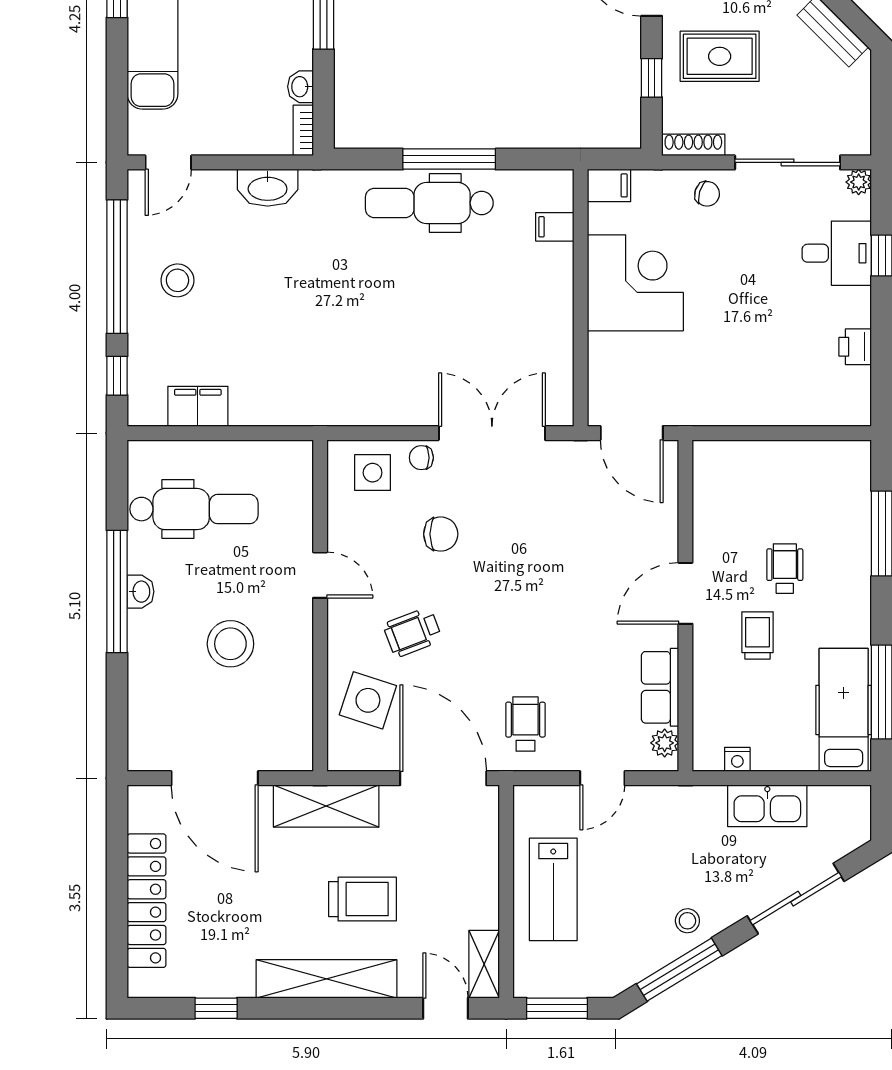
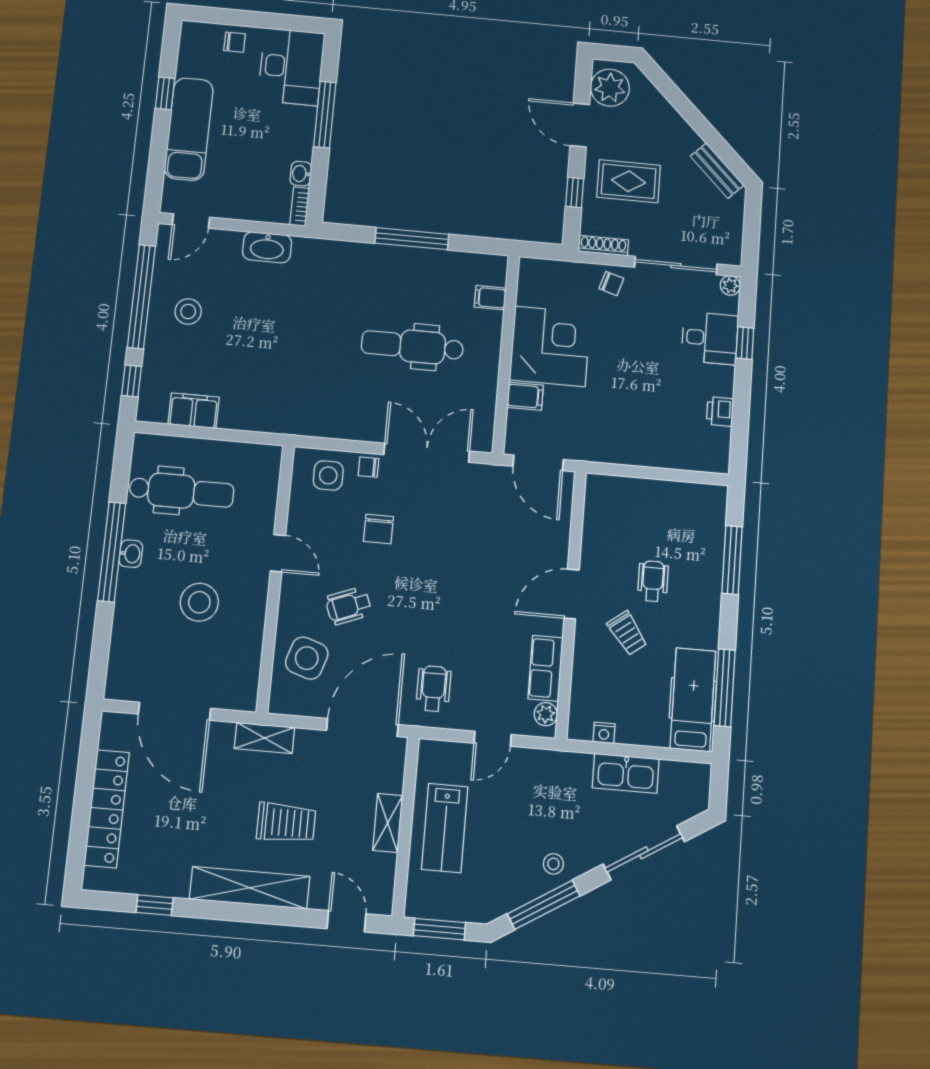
filing cabinet: (609, 185) -> (525, 396), moved
dental chair: (429, 203) -> (412, 346), moved
chair: (441, 534) -> (378, 529), turned 90
trolley: (758, 636) -> (627, 633), turned 143
door: (443, 778) -> (362, 727), hinge flipped
shelving: (326, 806) -> (264, 738), width x0.67, depth x0.75
shelving: (484, 964) -> (388, 823), moved

